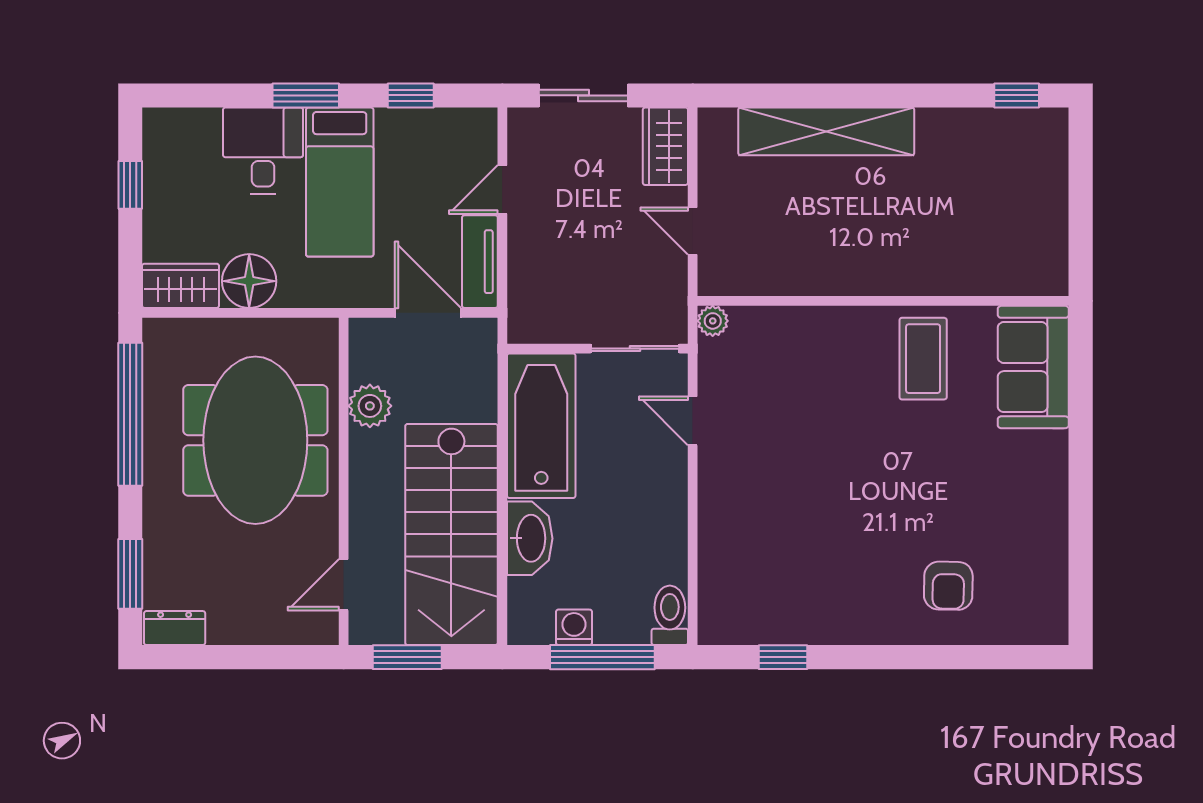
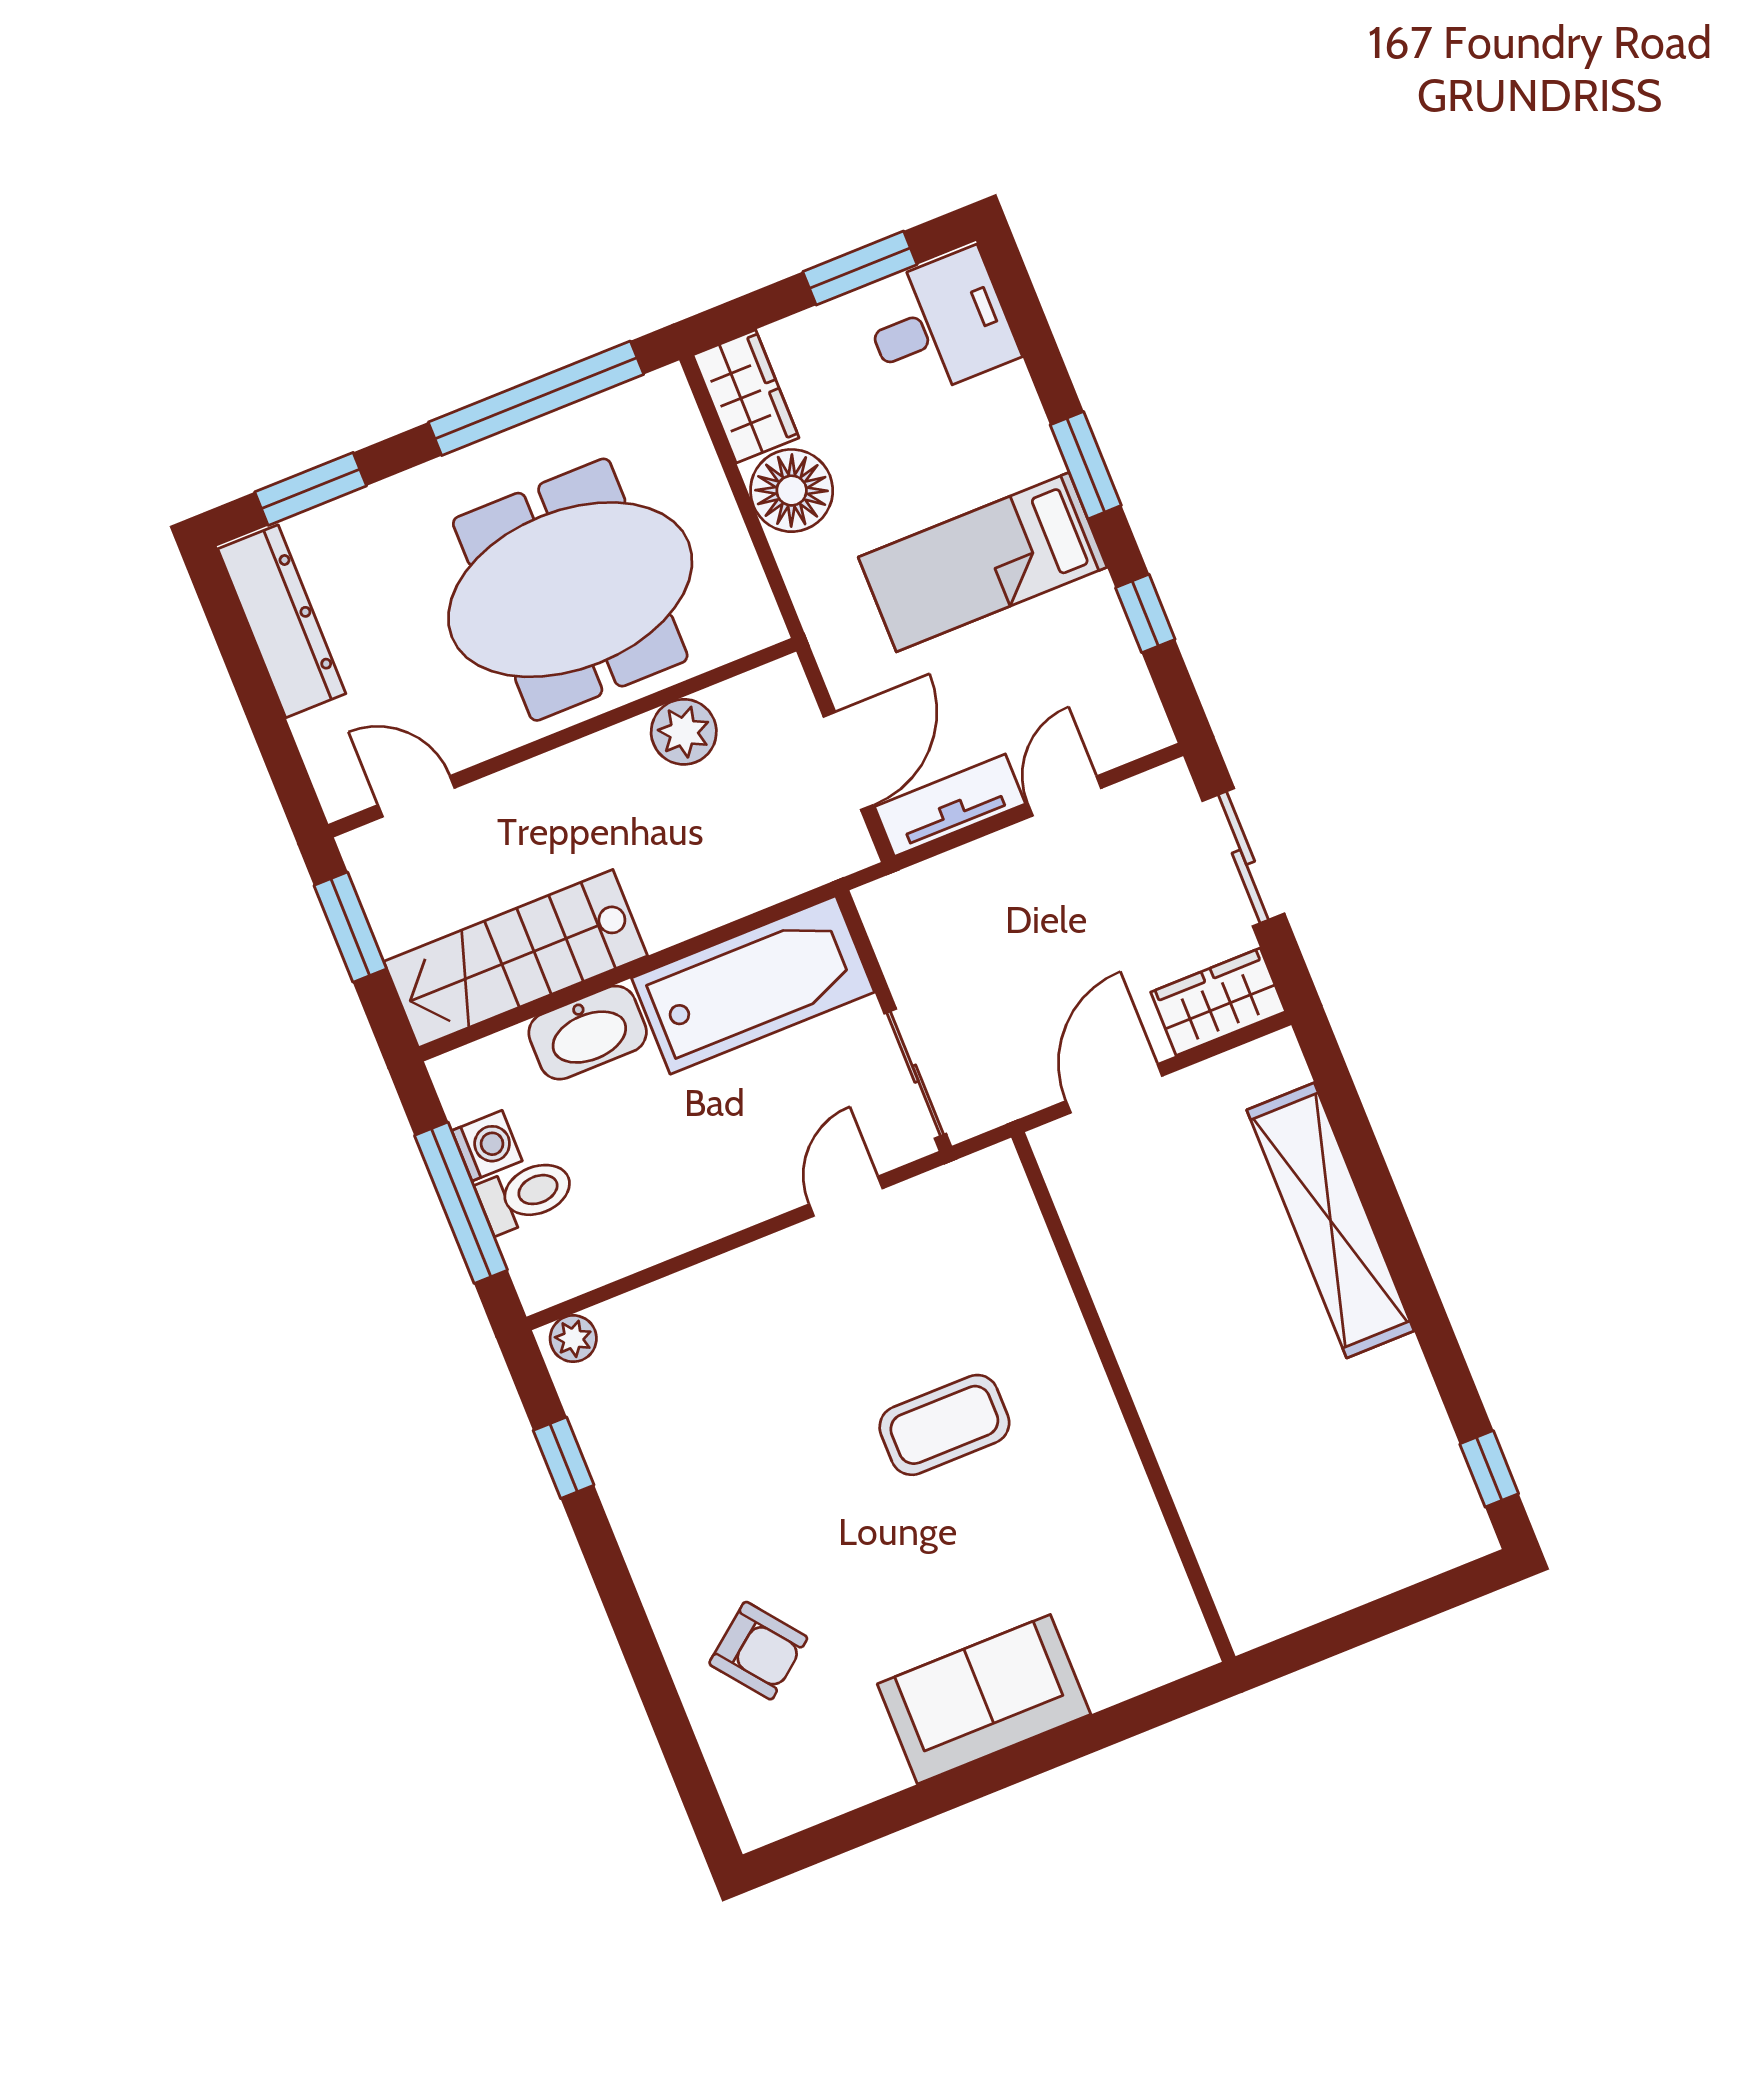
desk: (263, 150) -> (939, 325), moved
window: (130, 185) -> (860, 268), width x1.50
door: (502, 189) -> (1065, 796), hinge flipped
door: (693, 231) -> (1114, 1088), width x1.38
plant: (713, 321) -> (573, 1339), moved
coffee table: (923, 359) -> (944, 1425), moved
sofa: (1033, 367) -> (984, 1699), moved
stairs: (451, 534) -> (516, 959), width x0.73, depth x0.66
armchair: (948, 586) -> (758, 1651), turned -129
toilet: (670, 615) -> (526, 1194), moved
dresser: (175, 628) -> (282, 621), width x1.96, depth x1.24

